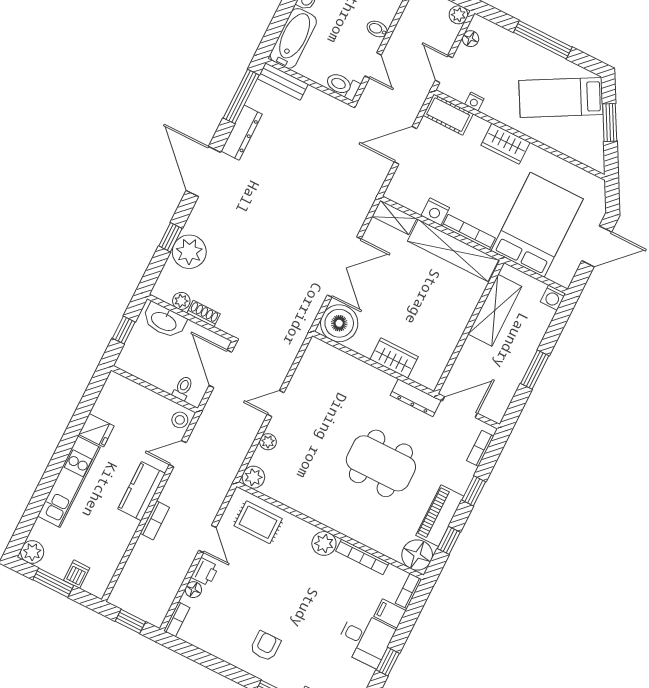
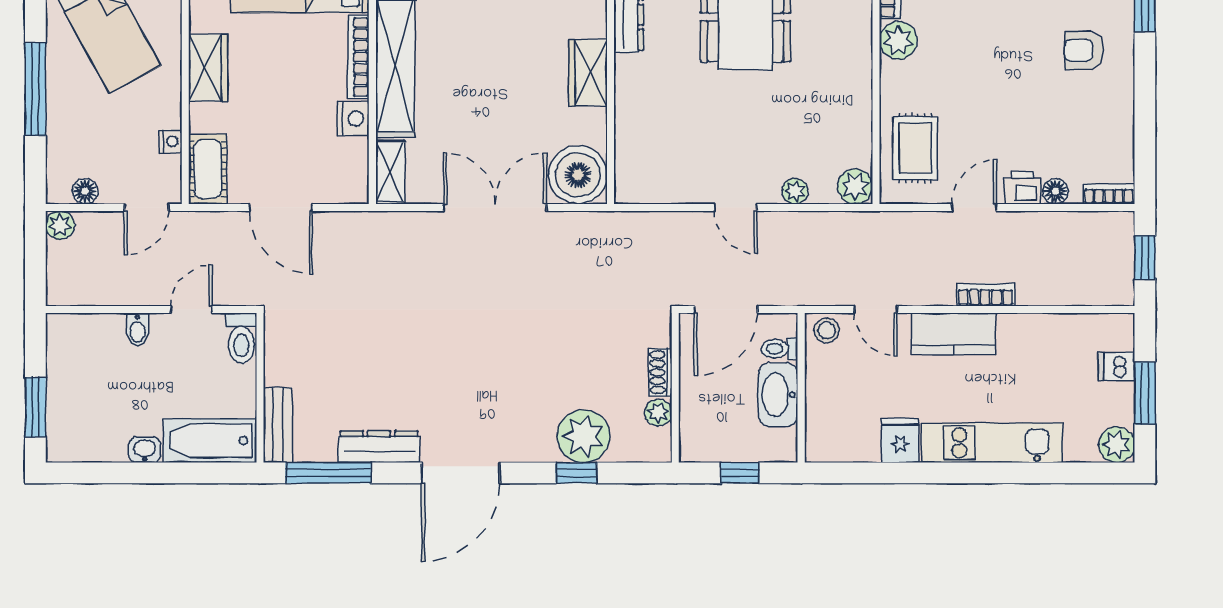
washbasin: (164, 321) -> (778, 395), moved, turned 180

